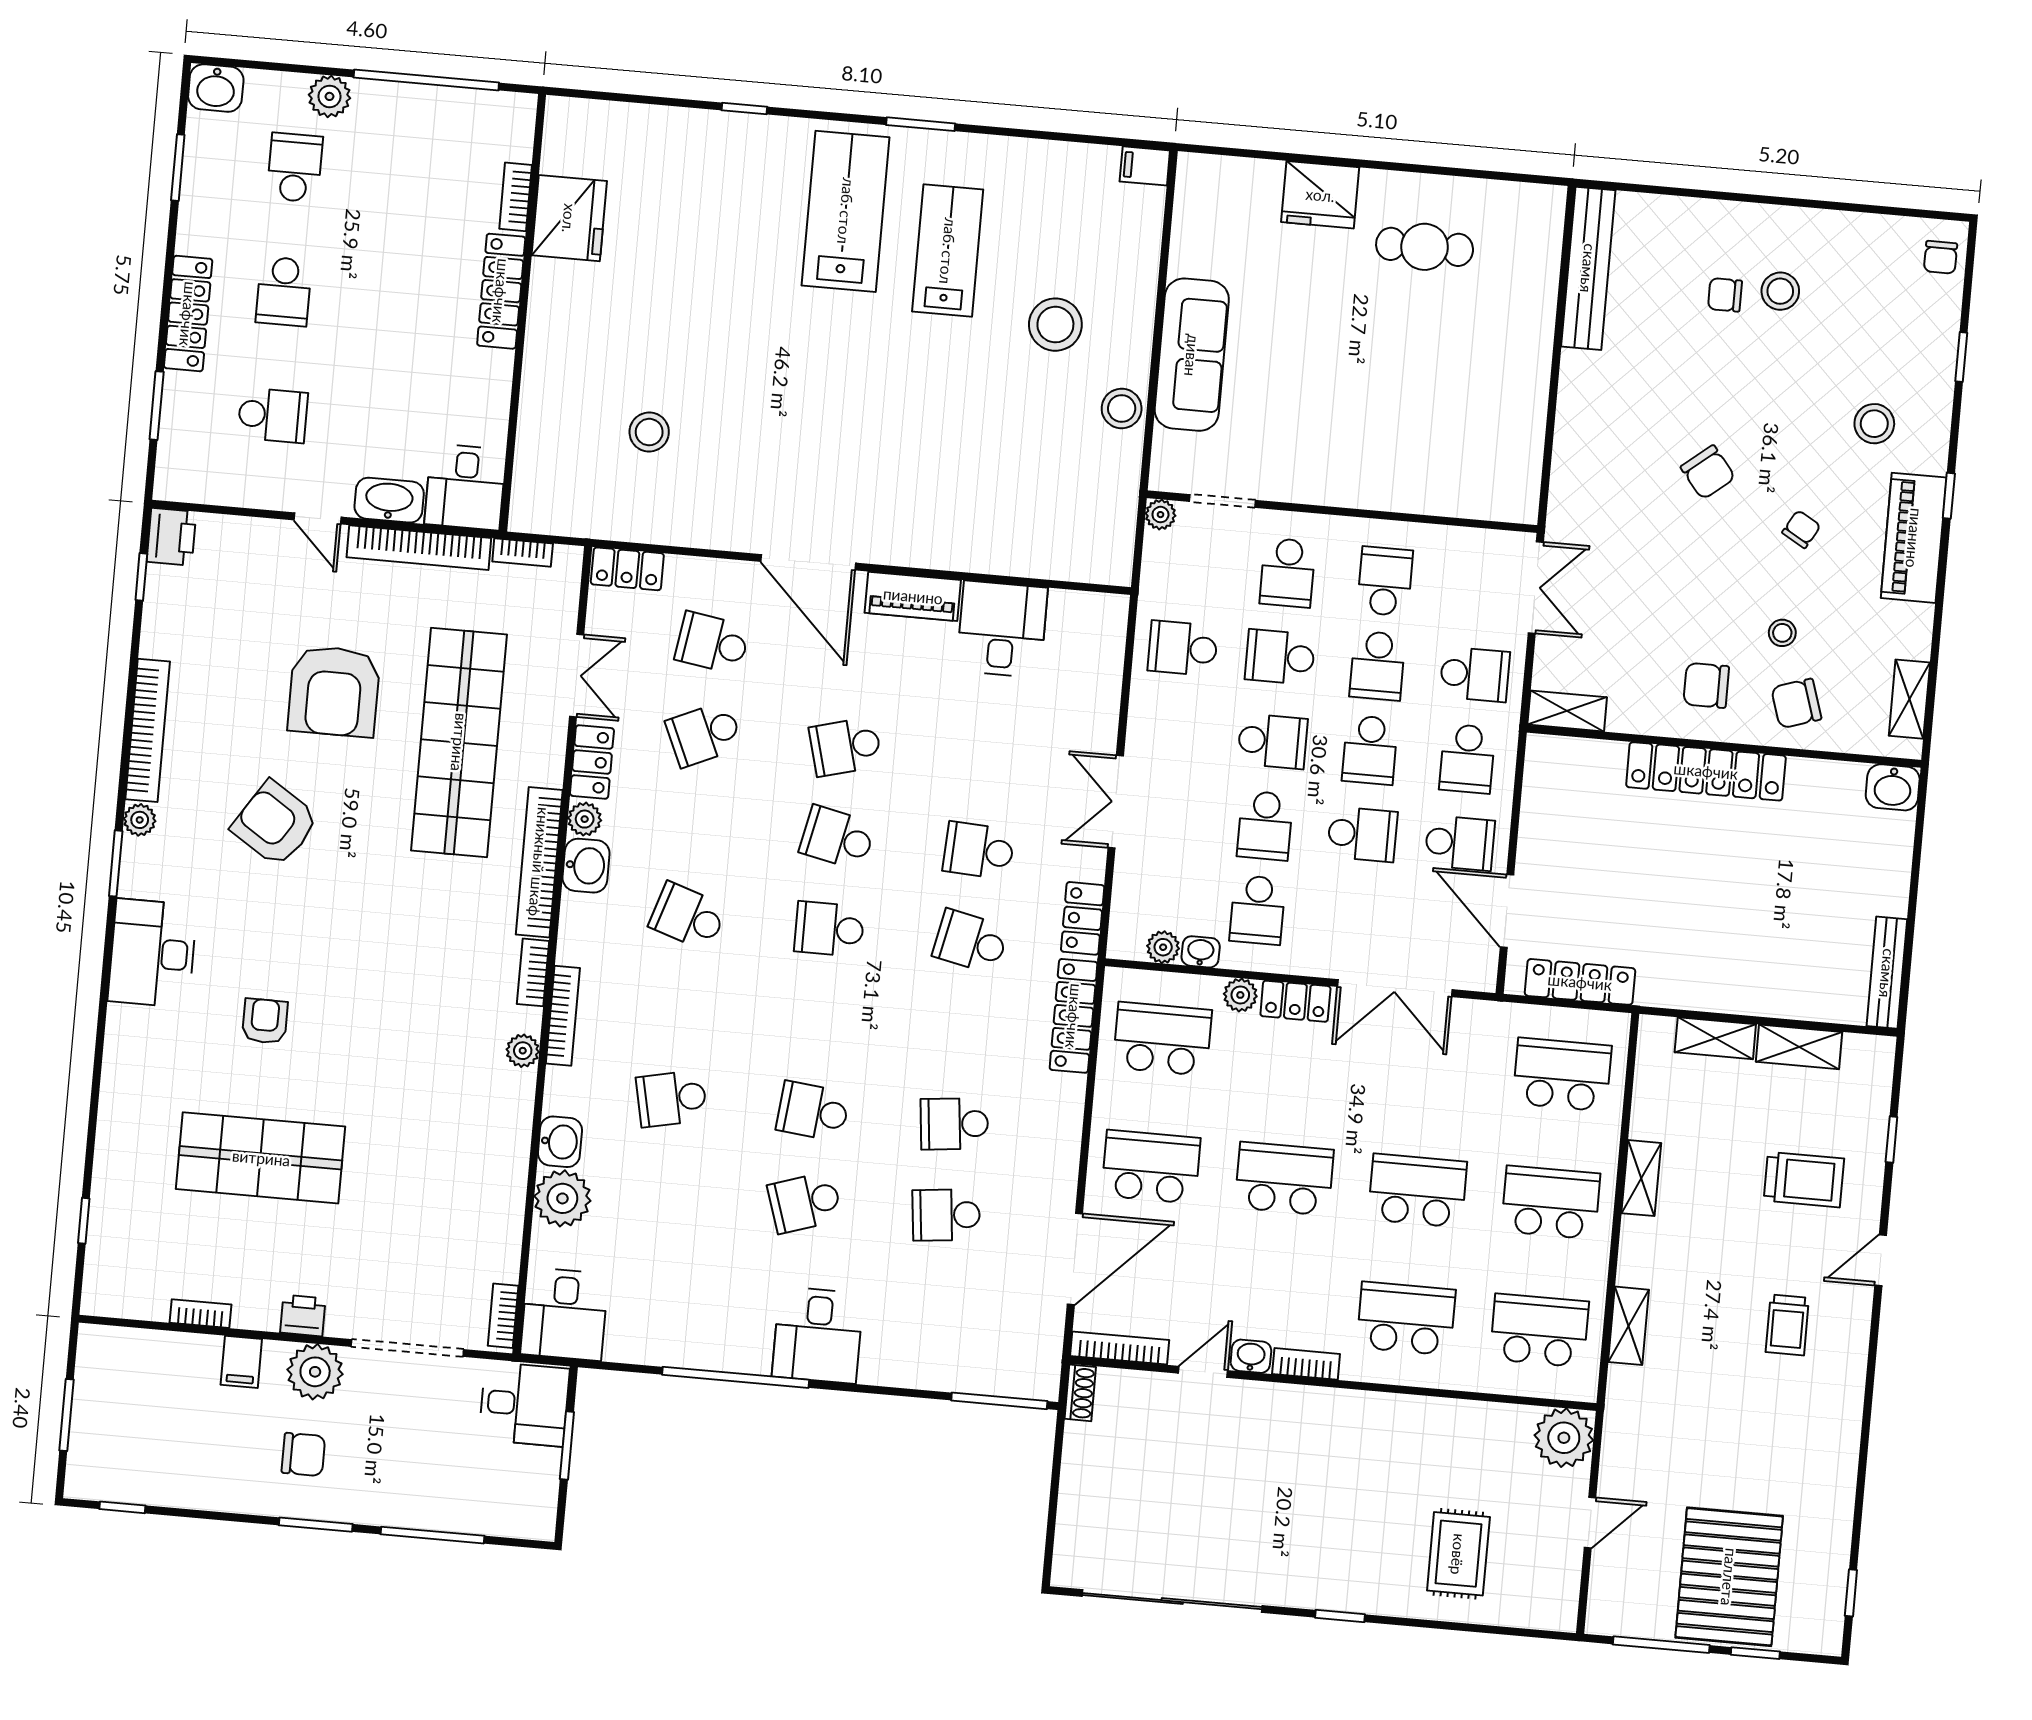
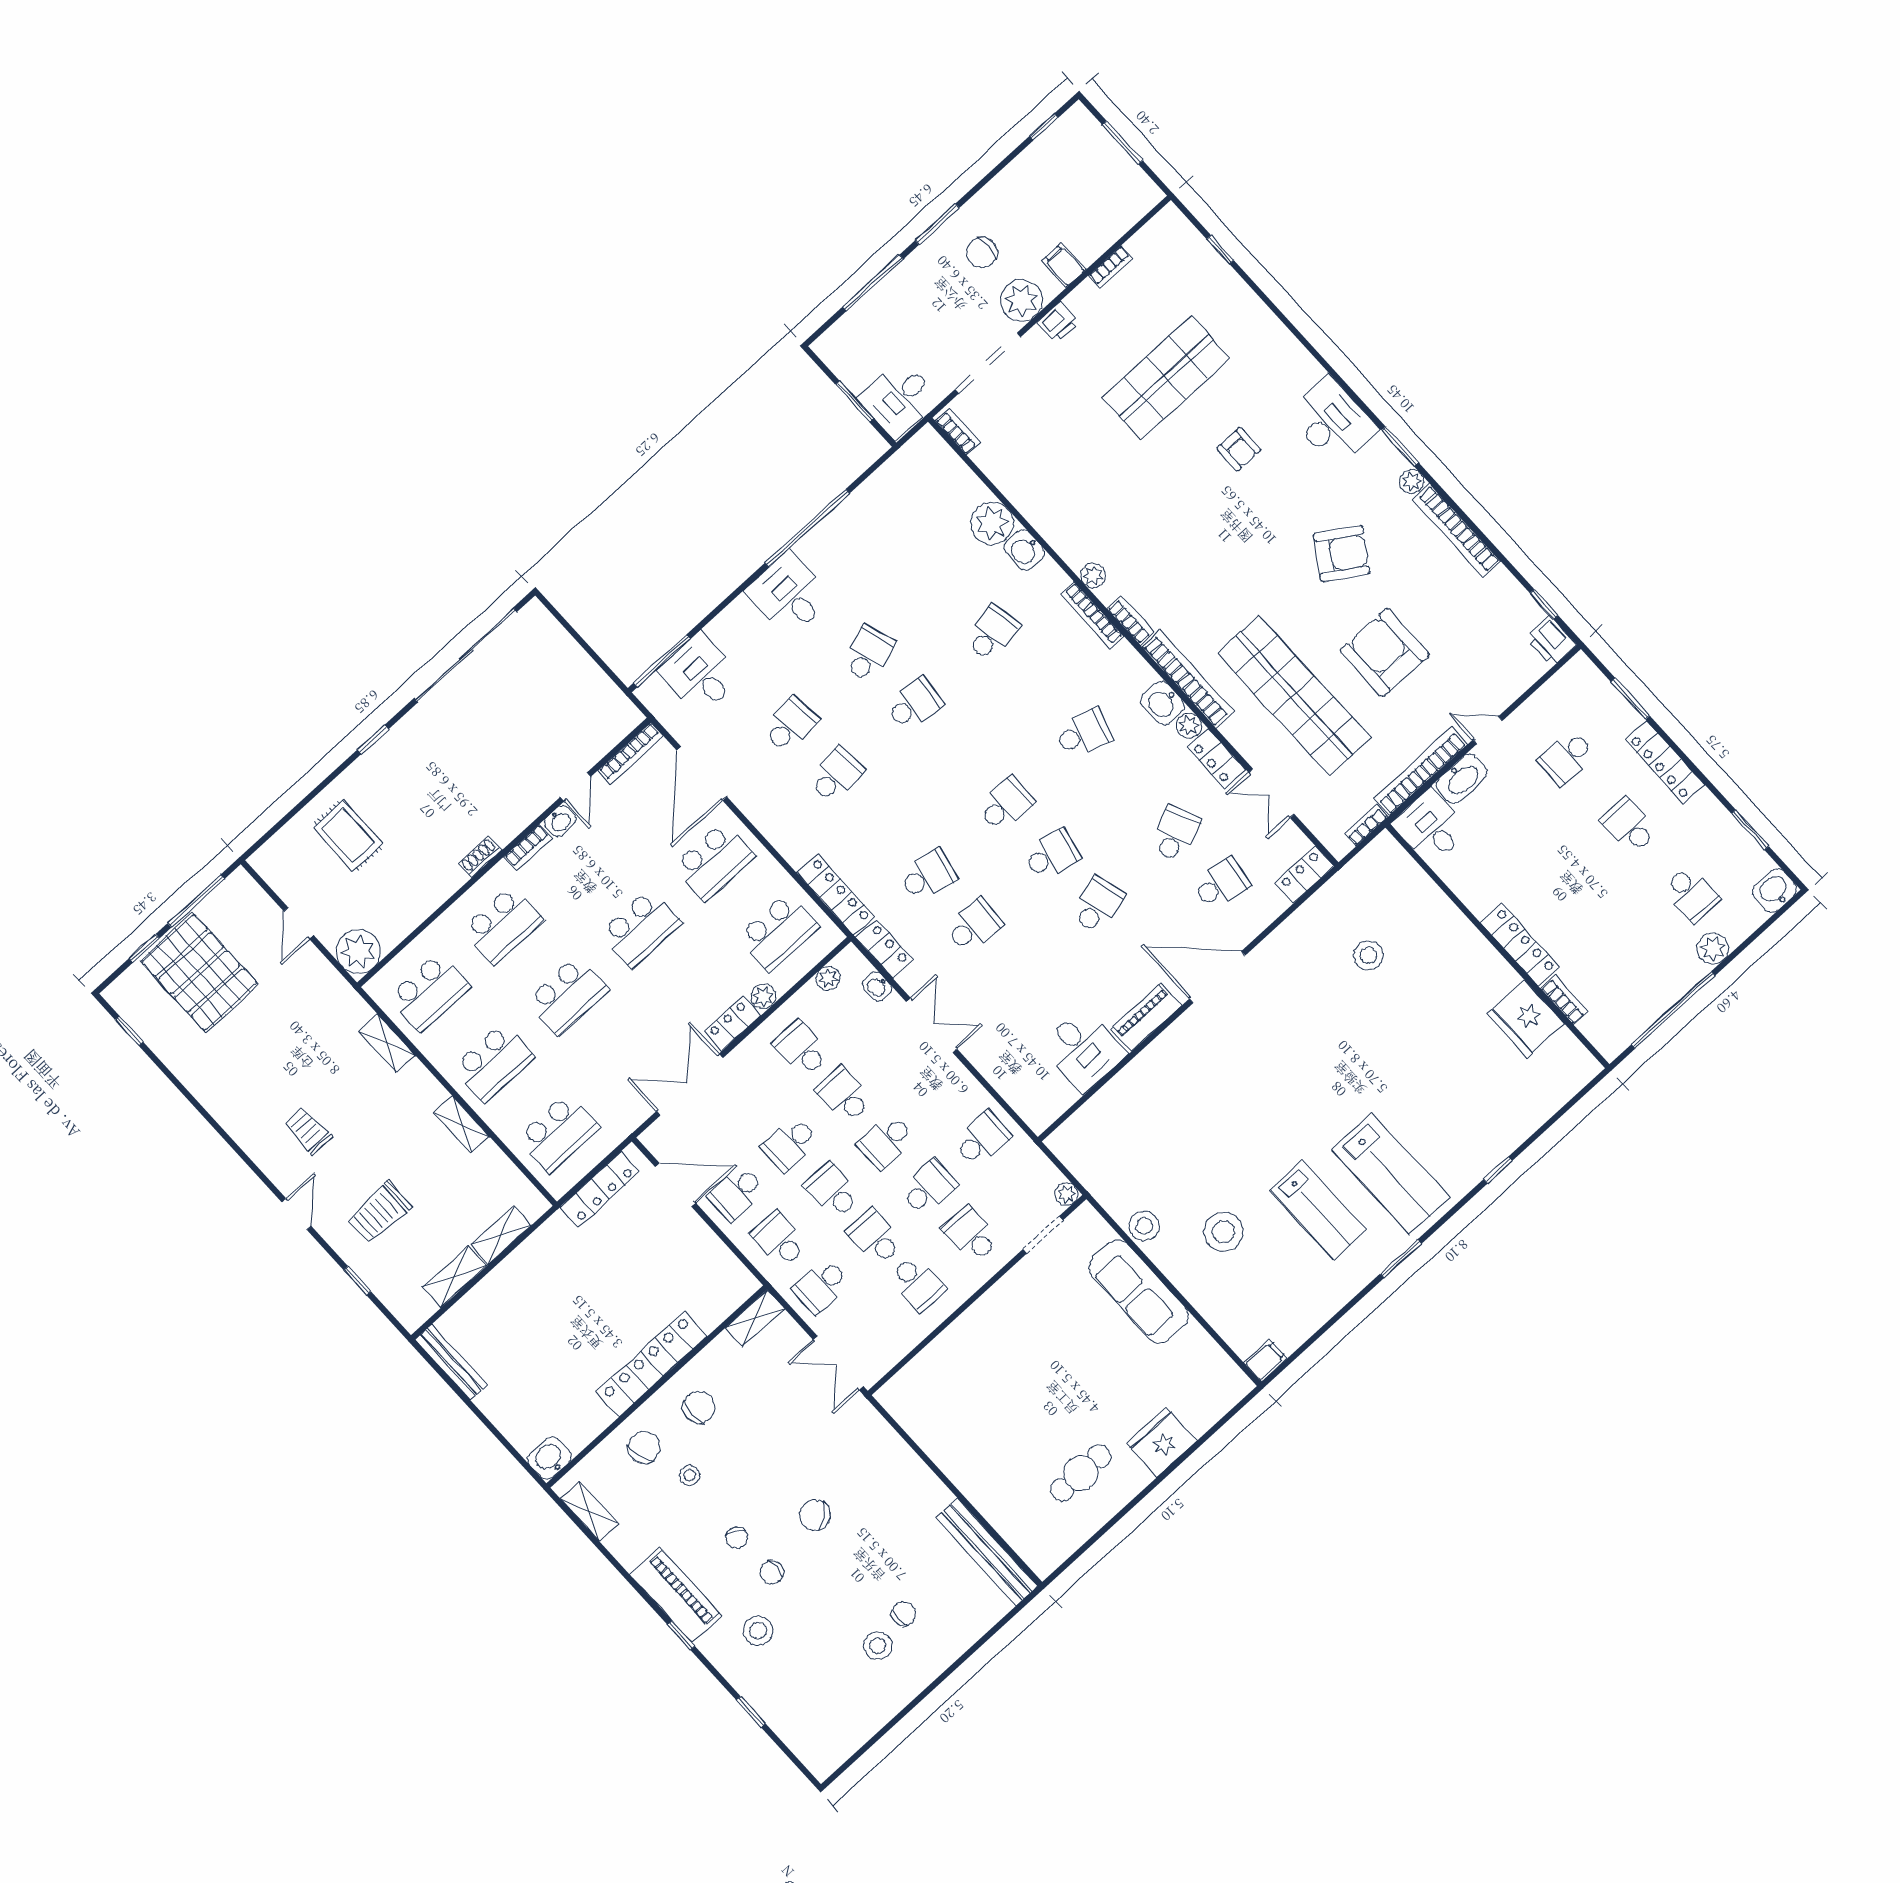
chair: (1941, 257) -> (772, 1572), moved, turned -90
washbasin: (1201, 952) -> (877, 986), moved, turned 90
desk: (564, 1314) -> (700, 674), moved
shoe rack: (1080, 1393) -> (480, 857), moved, turned 90

